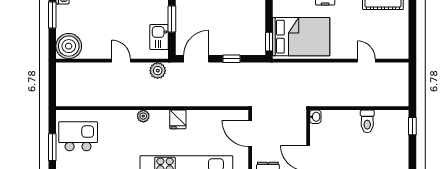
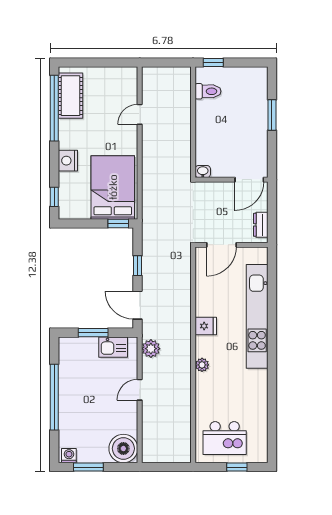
toilet: (367, 121) -> (208, 91), moved
kitchen island: (78, 136) -> (225, 438), turned -90
window: (52, 147) -> (237, 467), width x0.67

